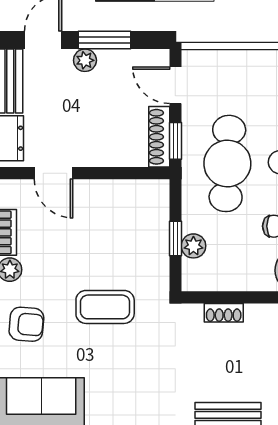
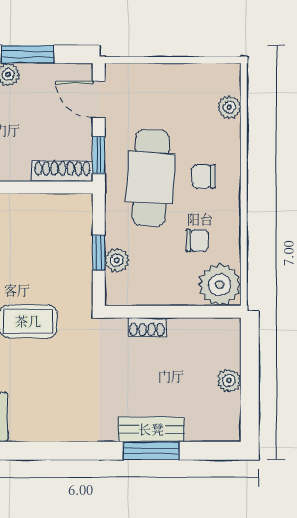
shoe rack: (159, 137) -> (62, 171), moved, turned 90

